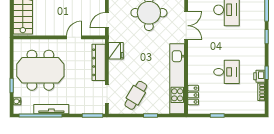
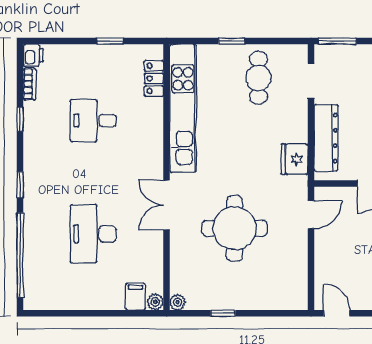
printer: (259, 76) -> (33, 55), moved
cafe table: (136, 95) -> (258, 78), turned -31

